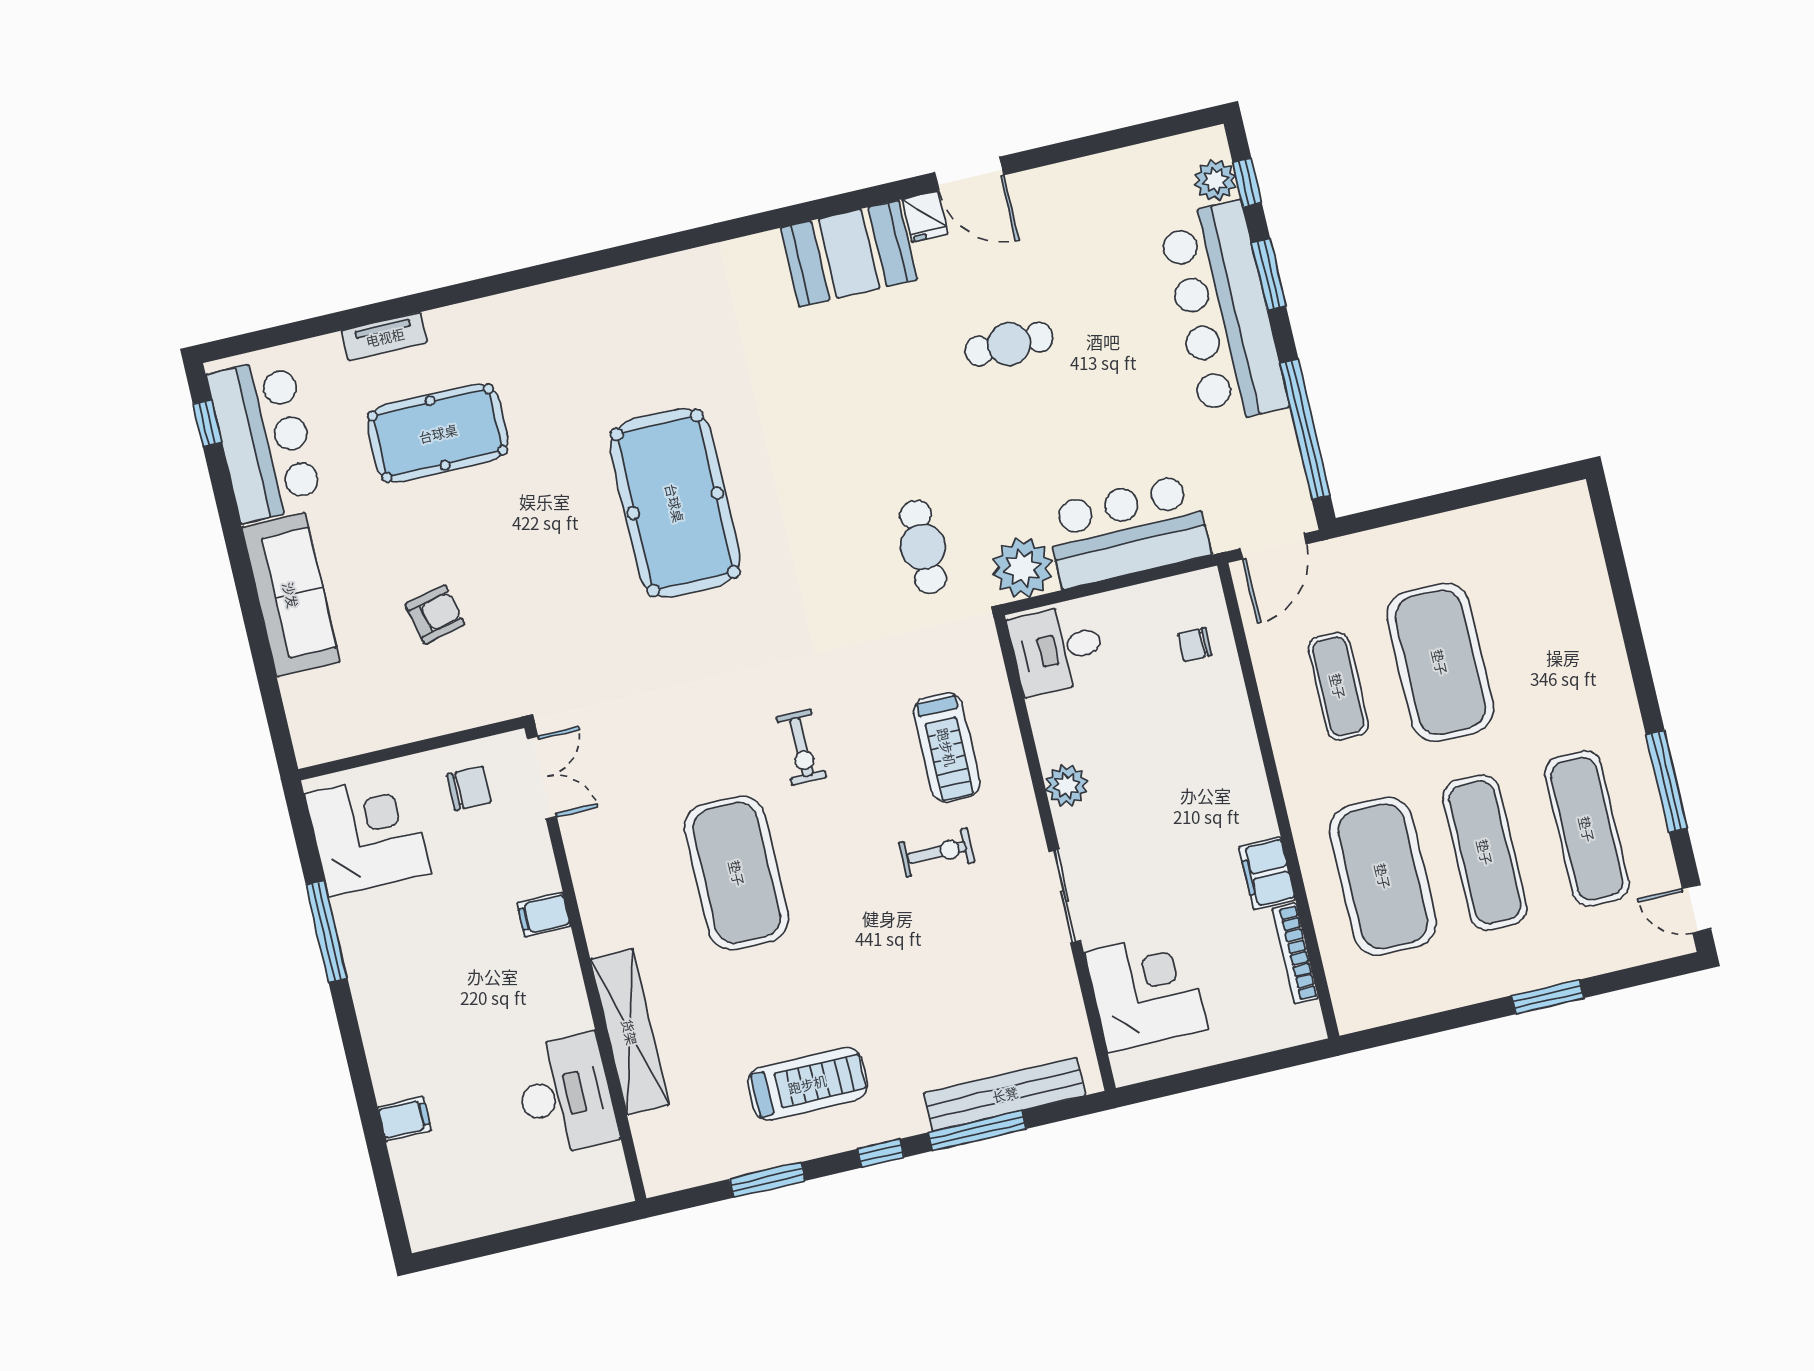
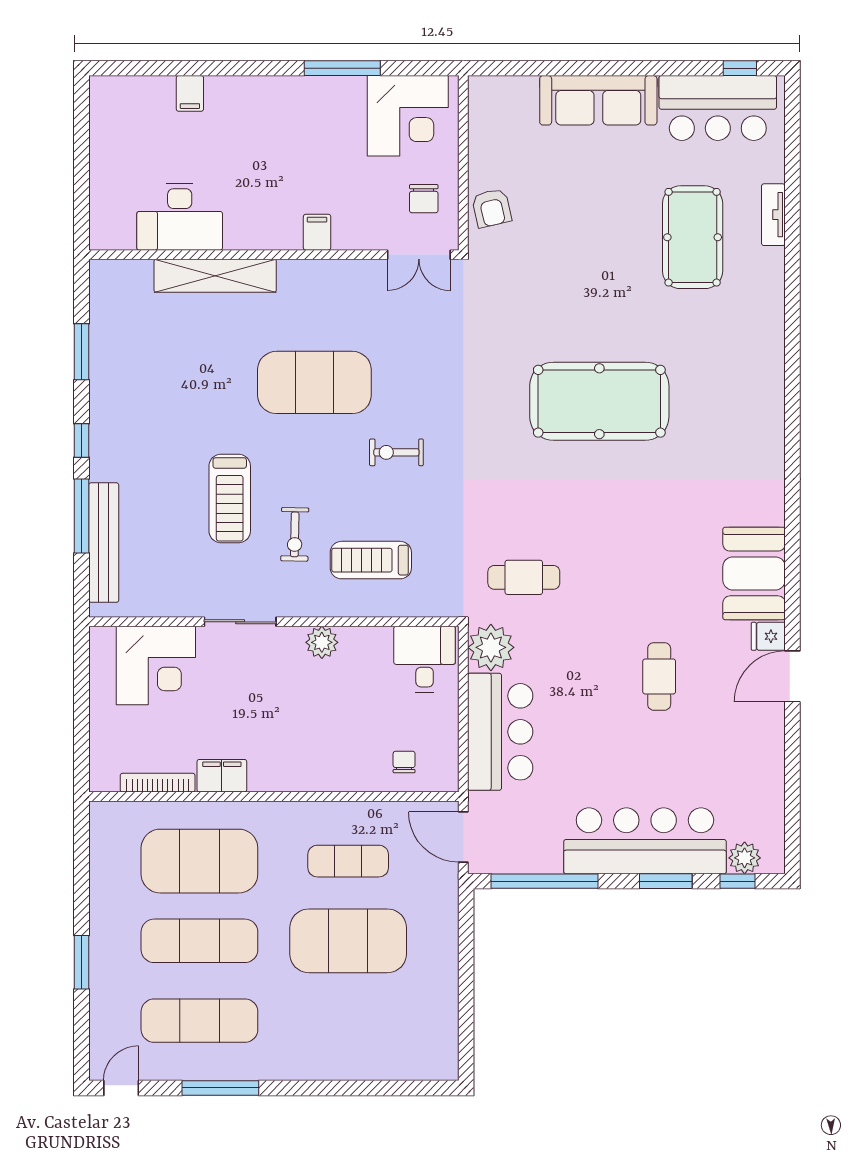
armchair: (435, 614) -> (492, 208), moved
treadmill: (807, 1084) -> (230, 499), moved

